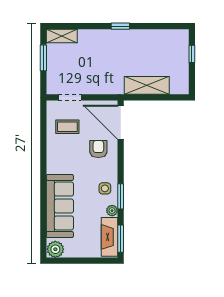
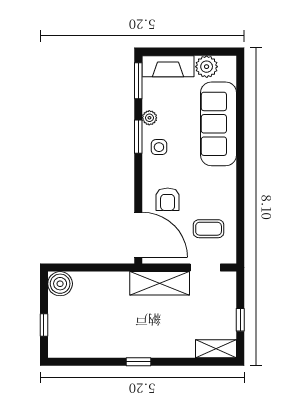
window: (43, 58) -> (240, 320), width x0.67
shelving: (147, 85) -> (160, 283), moved
boiler: (180, 85) -> (60, 284), added
fireplace: (110, 237) -> (168, 66), moved, turned 90
plant: (55, 249) -> (207, 67), moved

